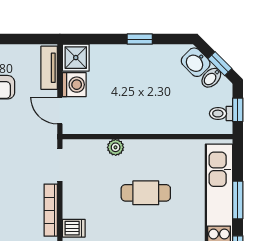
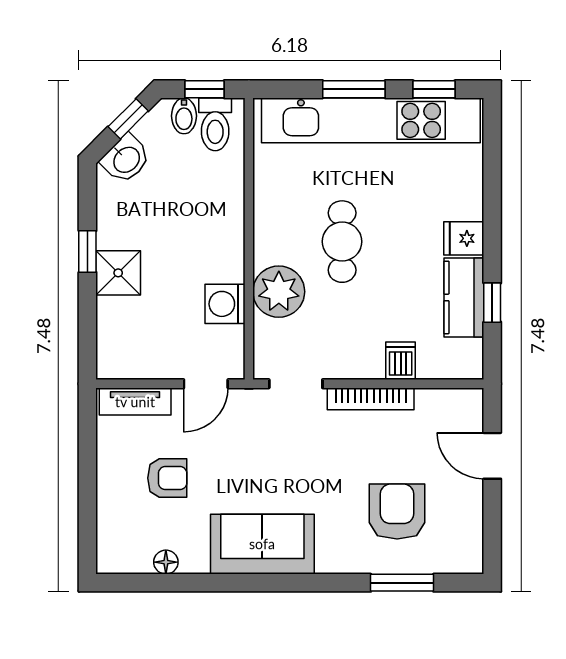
shower: (76, 58) -> (118, 273), moved
bidet: (211, 78) -> (184, 116), moved, turned 45
washing machine: (74, 85) -> (225, 304), moved, turned -90
toilet: (221, 114) -> (215, 124), width x1.37, depth x1.39
plant: (116, 147) -> (279, 292), width x1.88, depth x1.88

